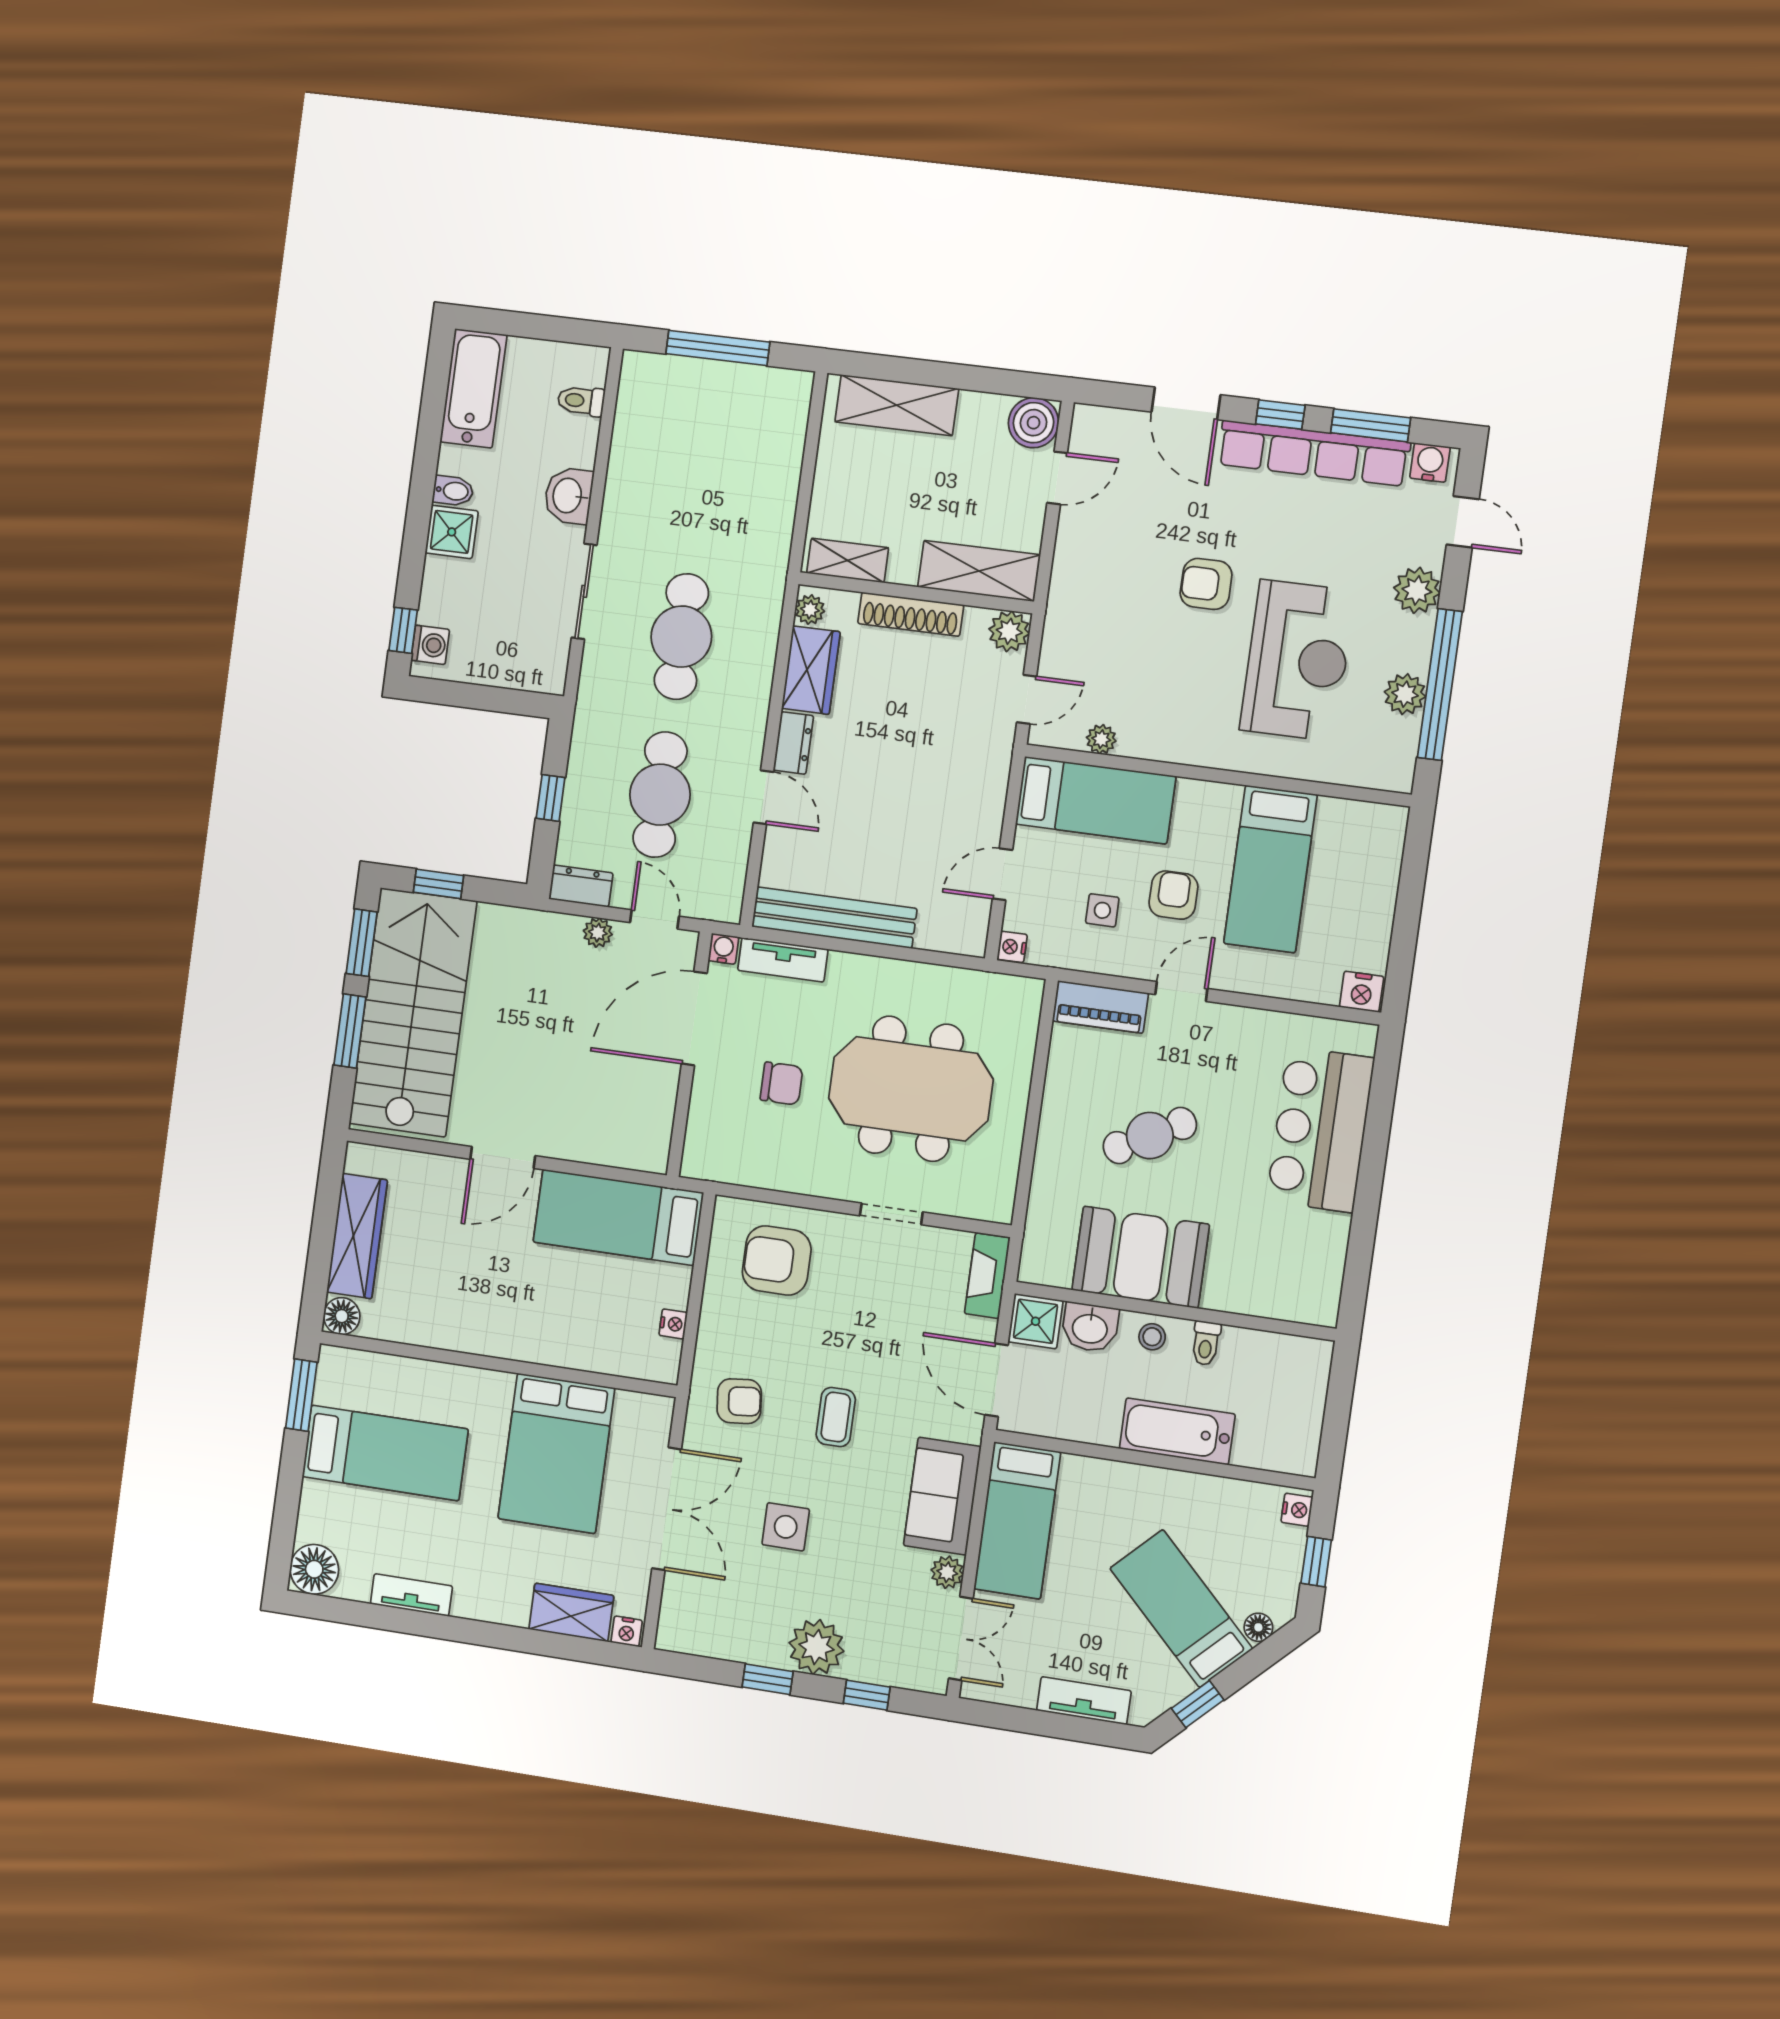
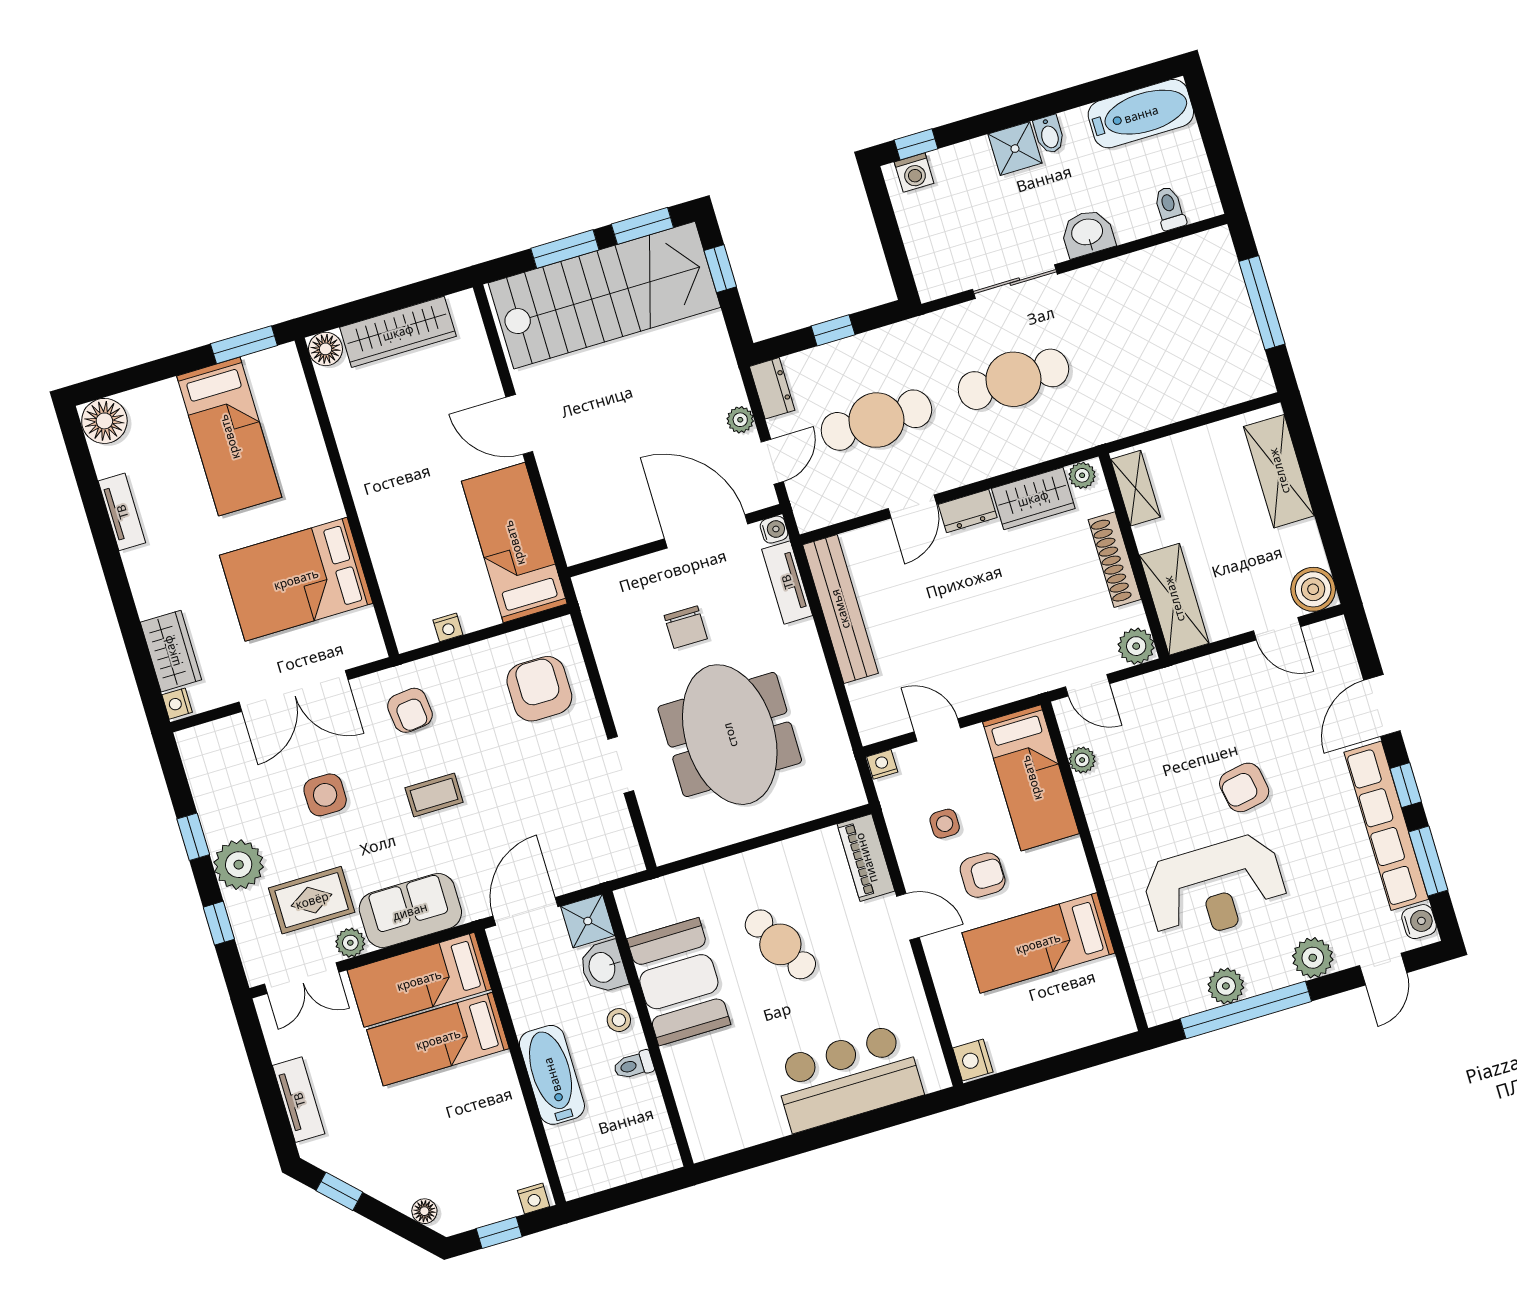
armchair: (1206, 584) -> (1244, 787), turned -100
fireplace: (987, 1276) -> (607, 865), removed
rug: (886, 1591) -> (312, 900), added
bed: (1181, 1608) -> (438, 1039), moved, turned -135

